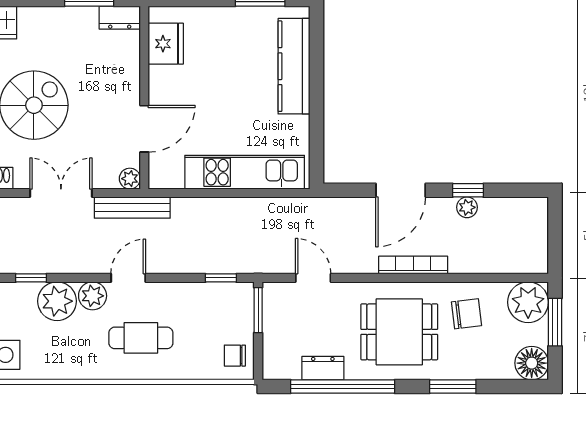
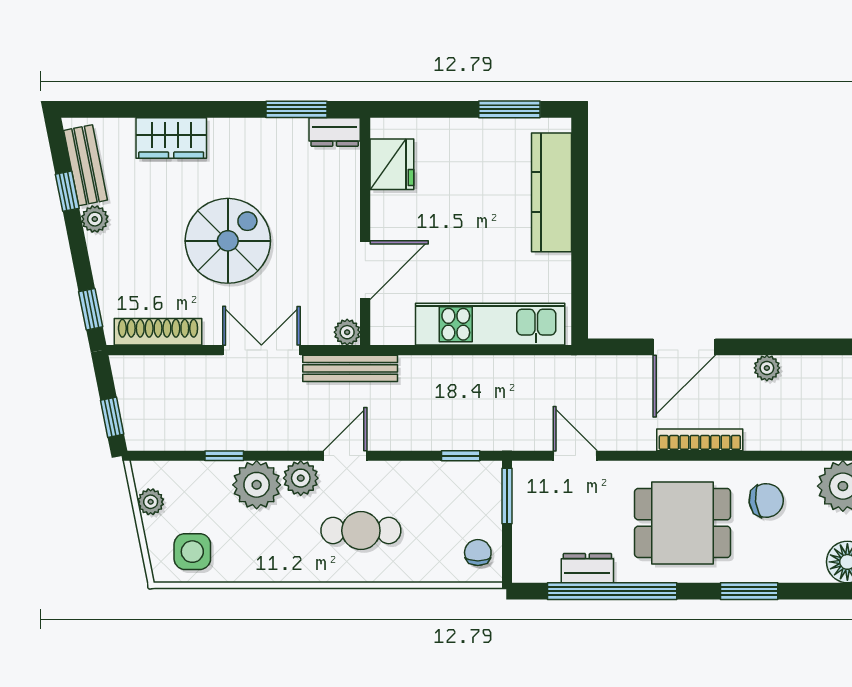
window: (468, 190) -> (768, 347), removed
chair: (235, 356) -> (478, 552), turned 90

